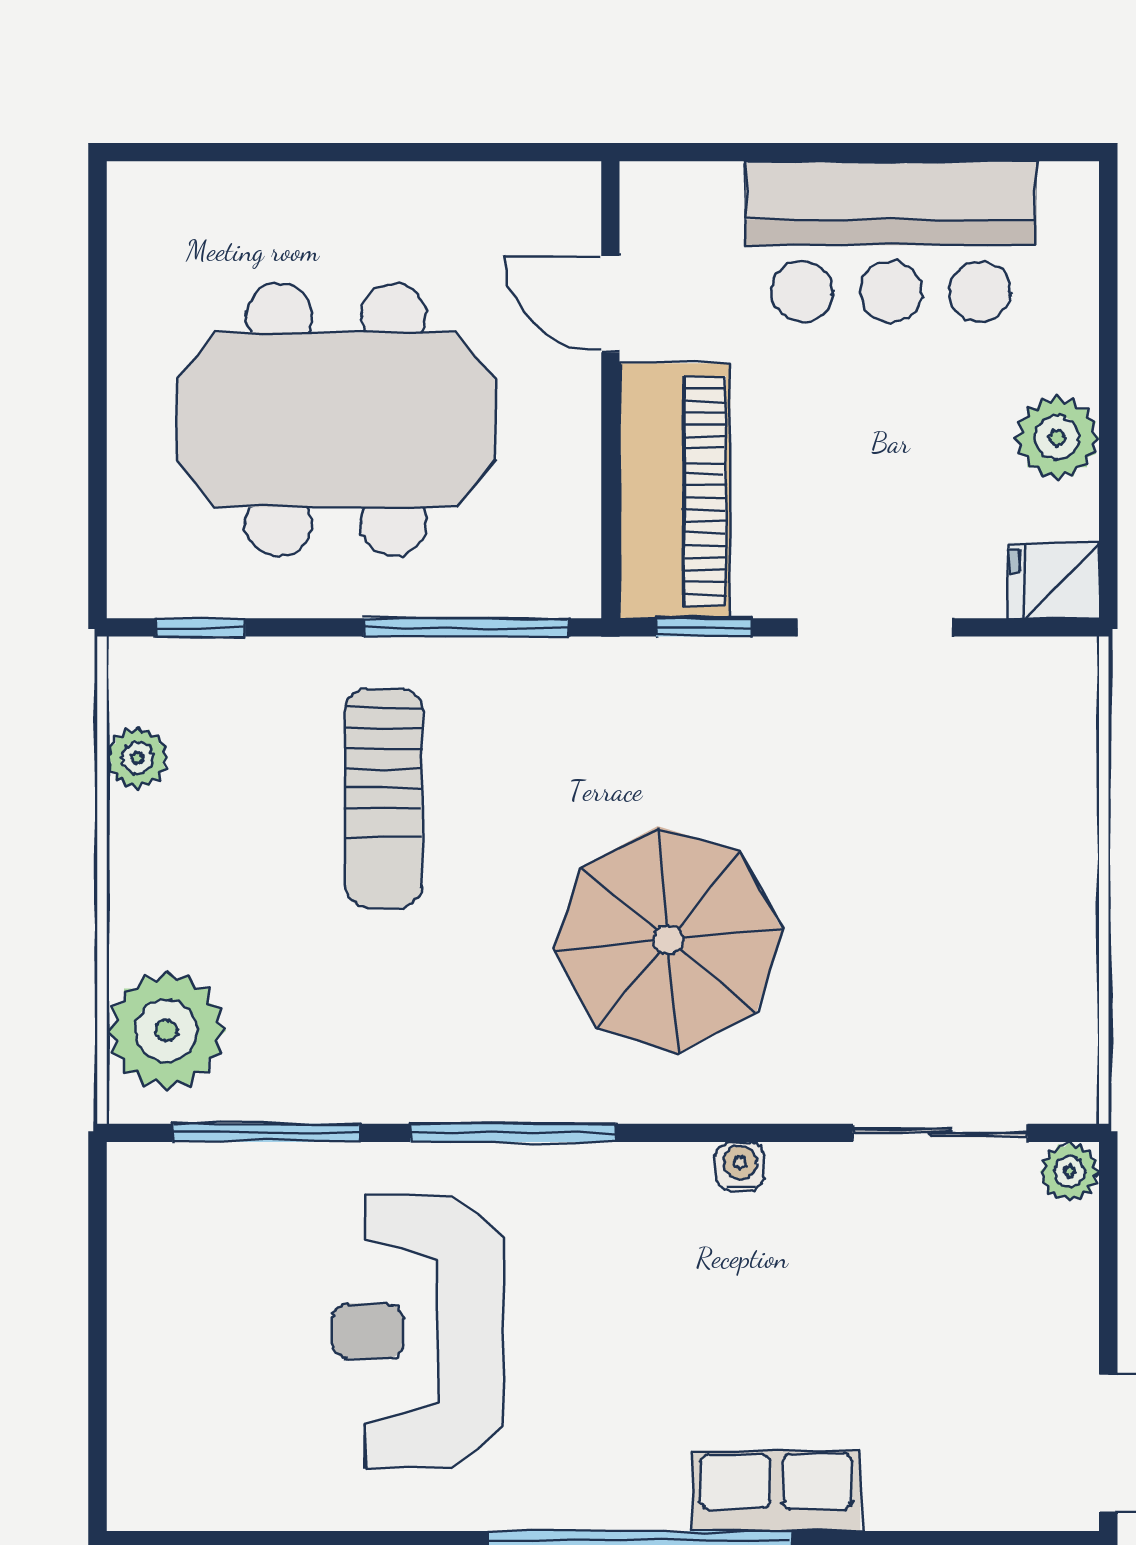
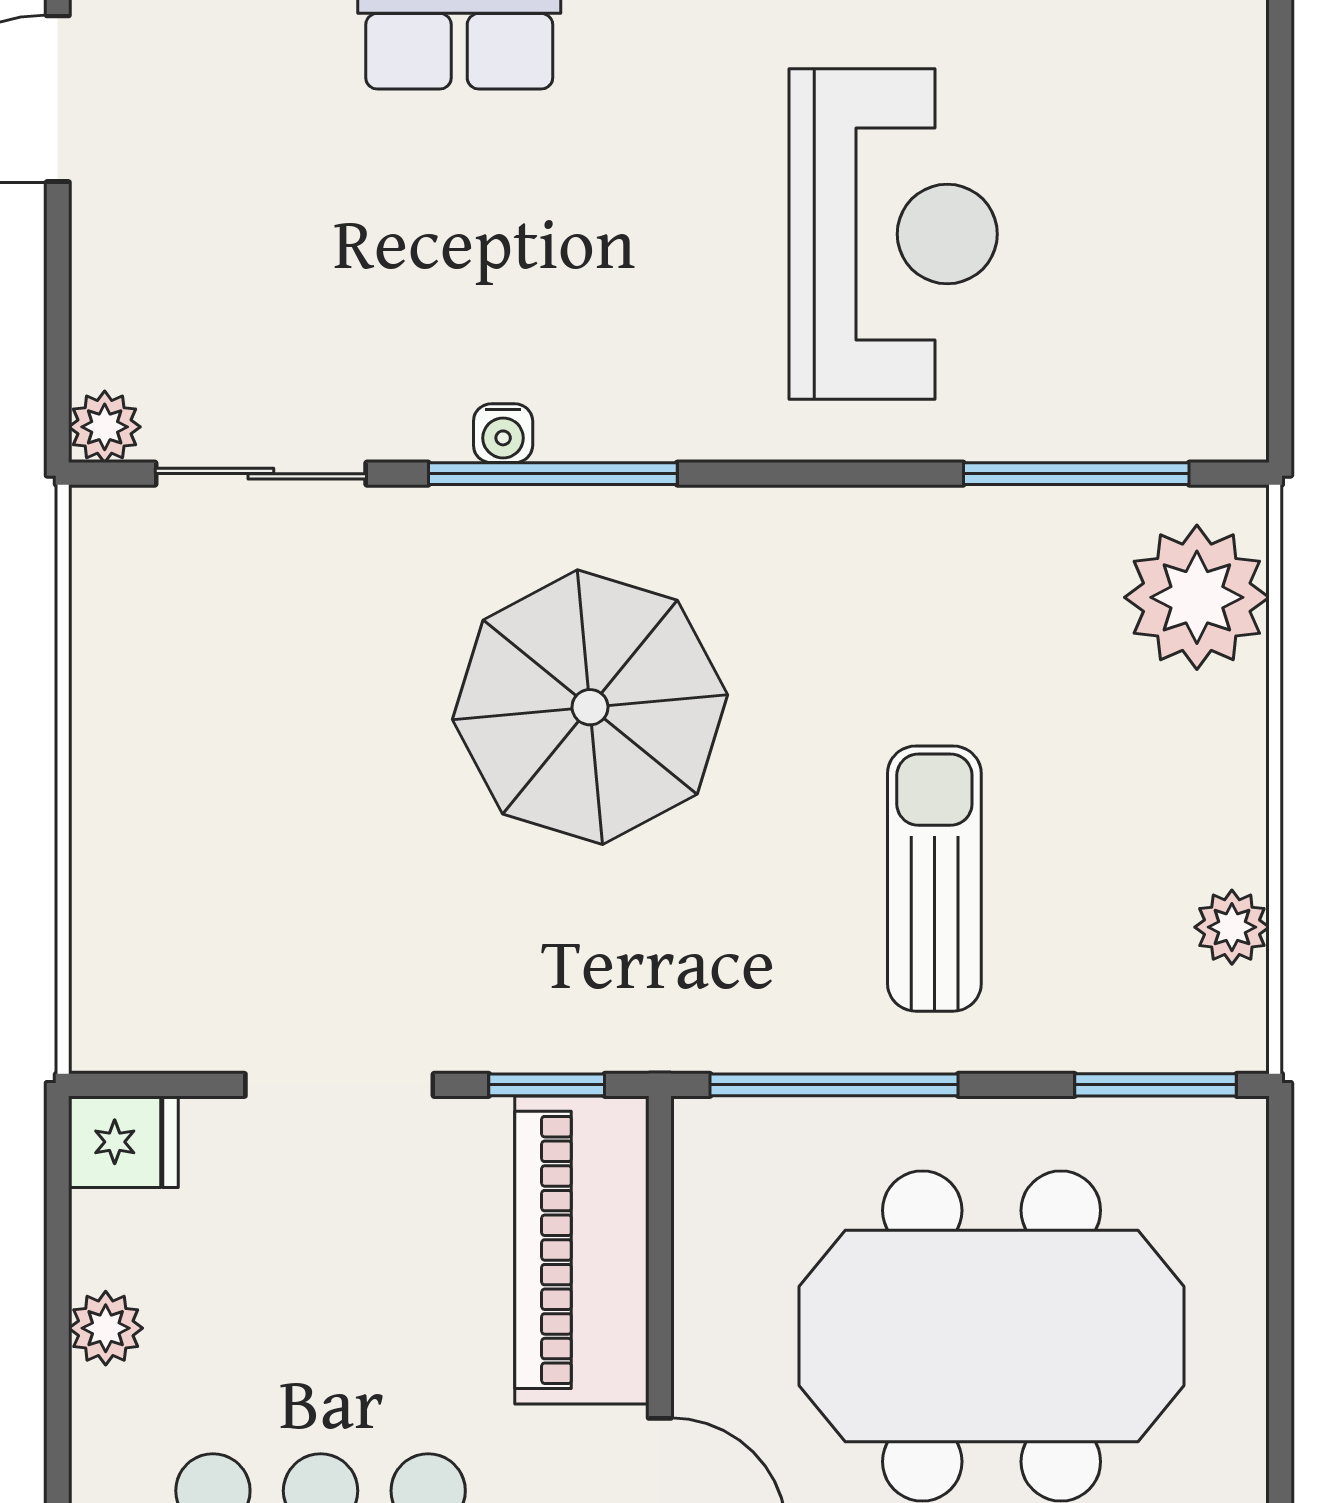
plant: (1057, 438) -> (106, 1328), width x0.73, depth x0.73
window: (200, 627) -> (1156, 1085), width x1.50
window: (513, 1133) -> (553, 474), moved

